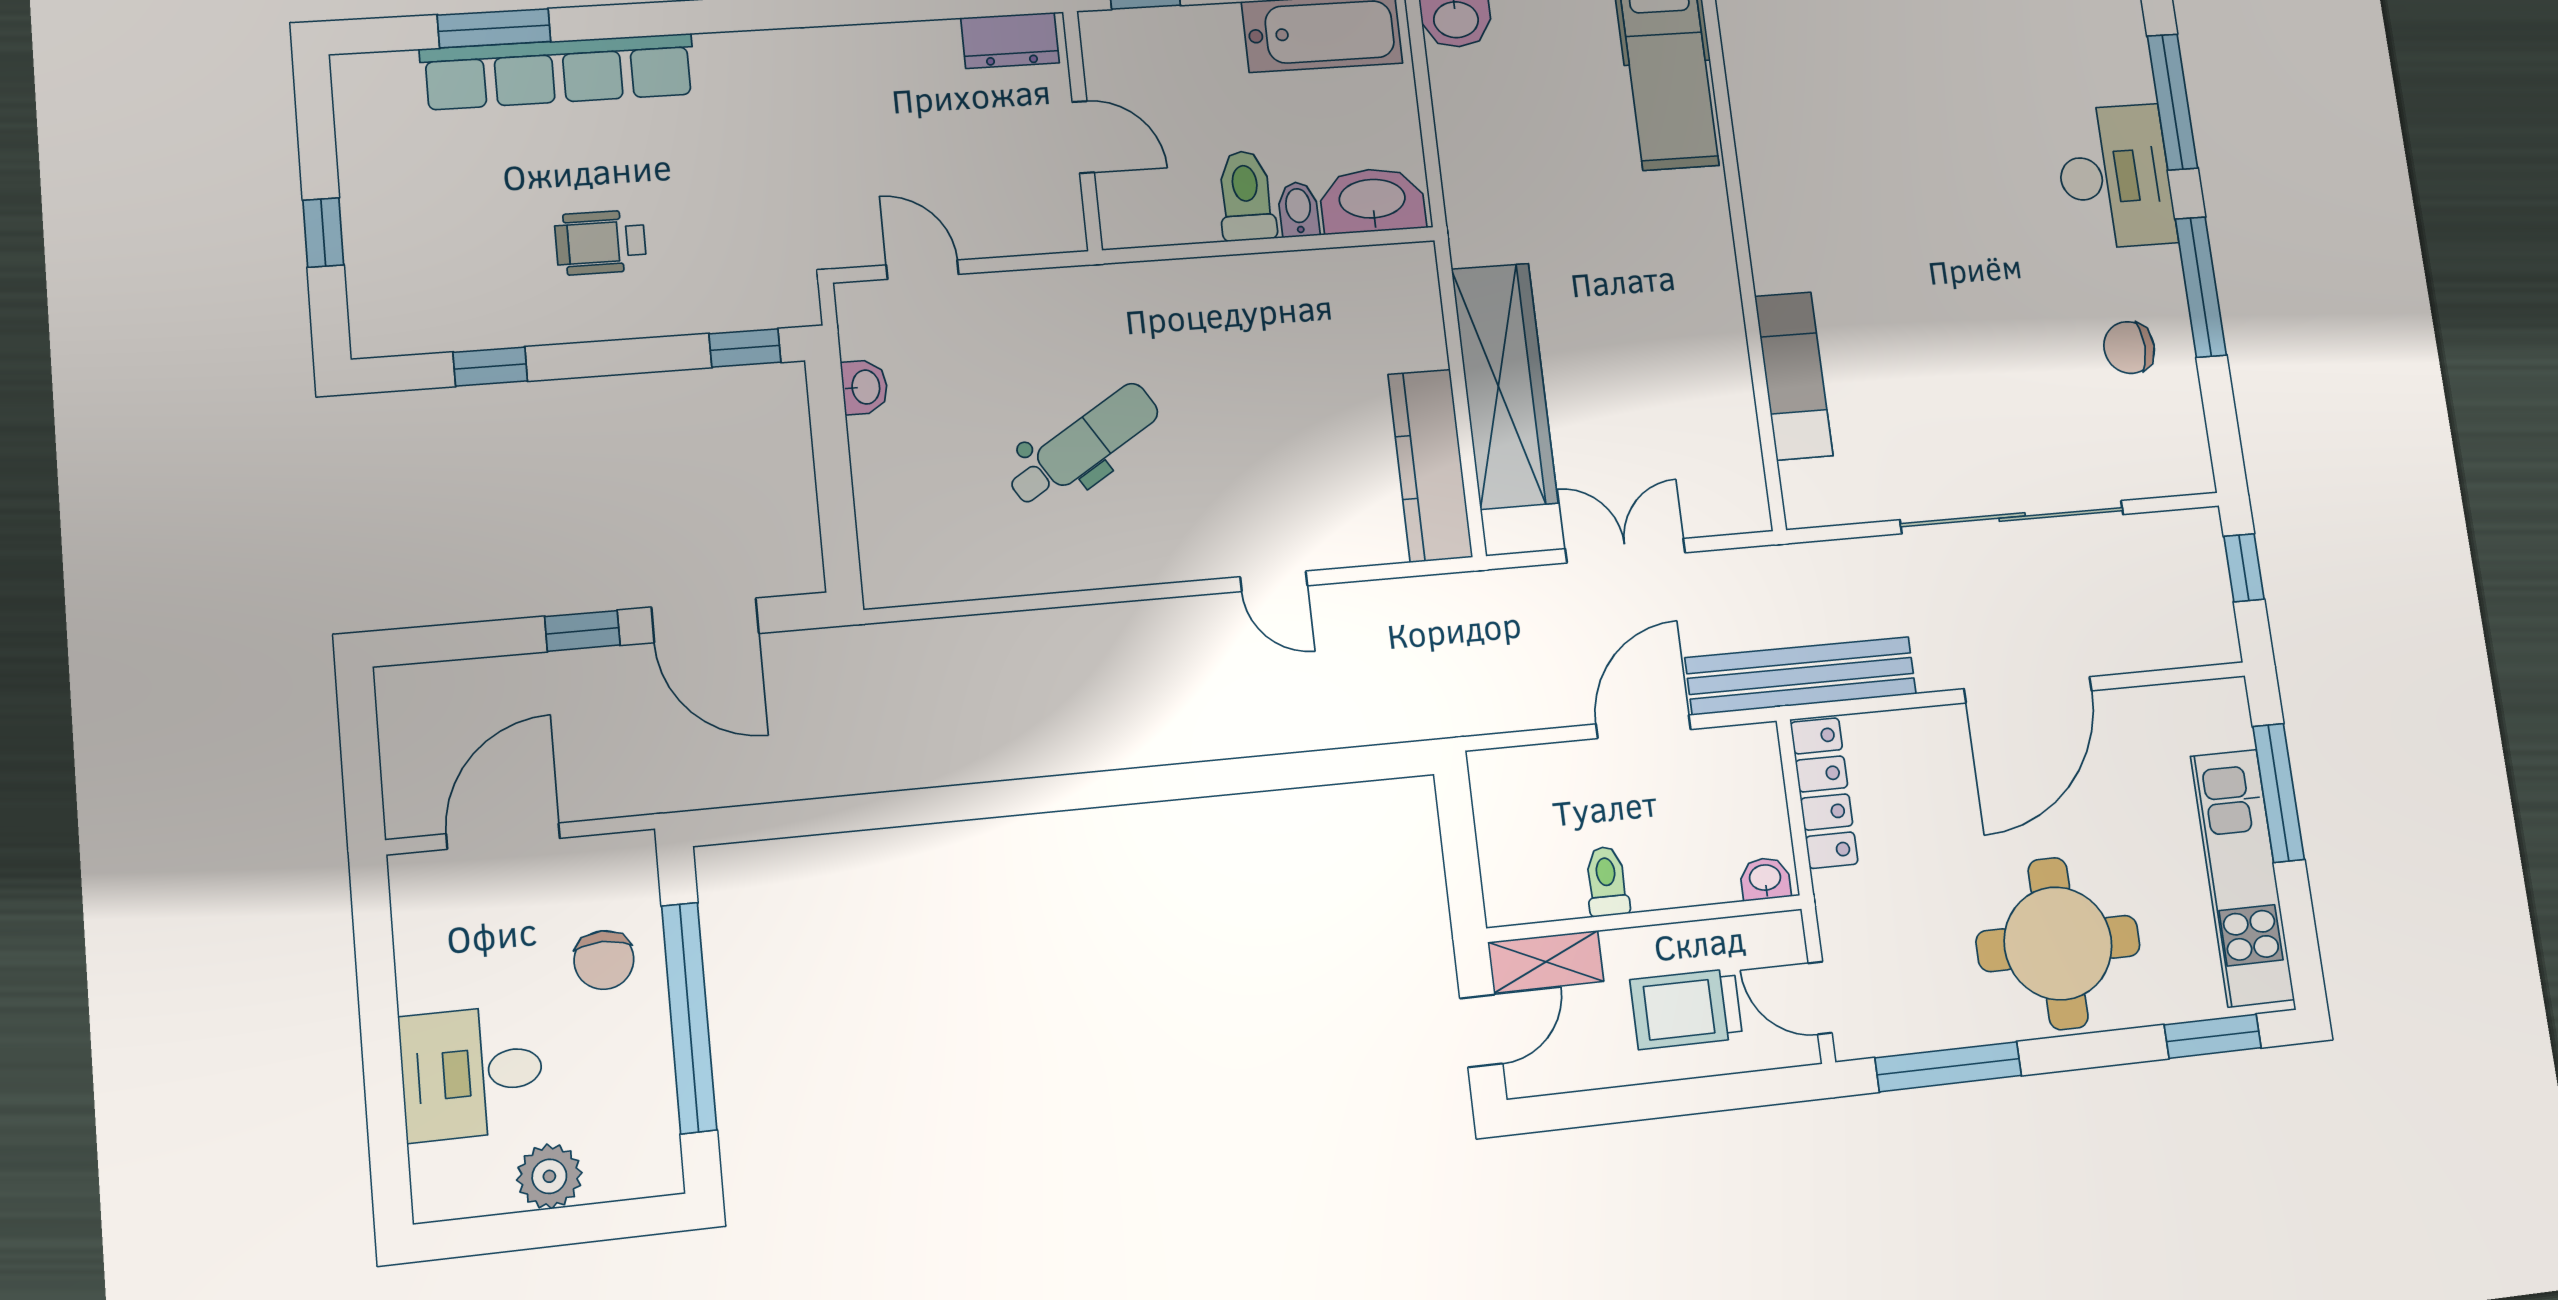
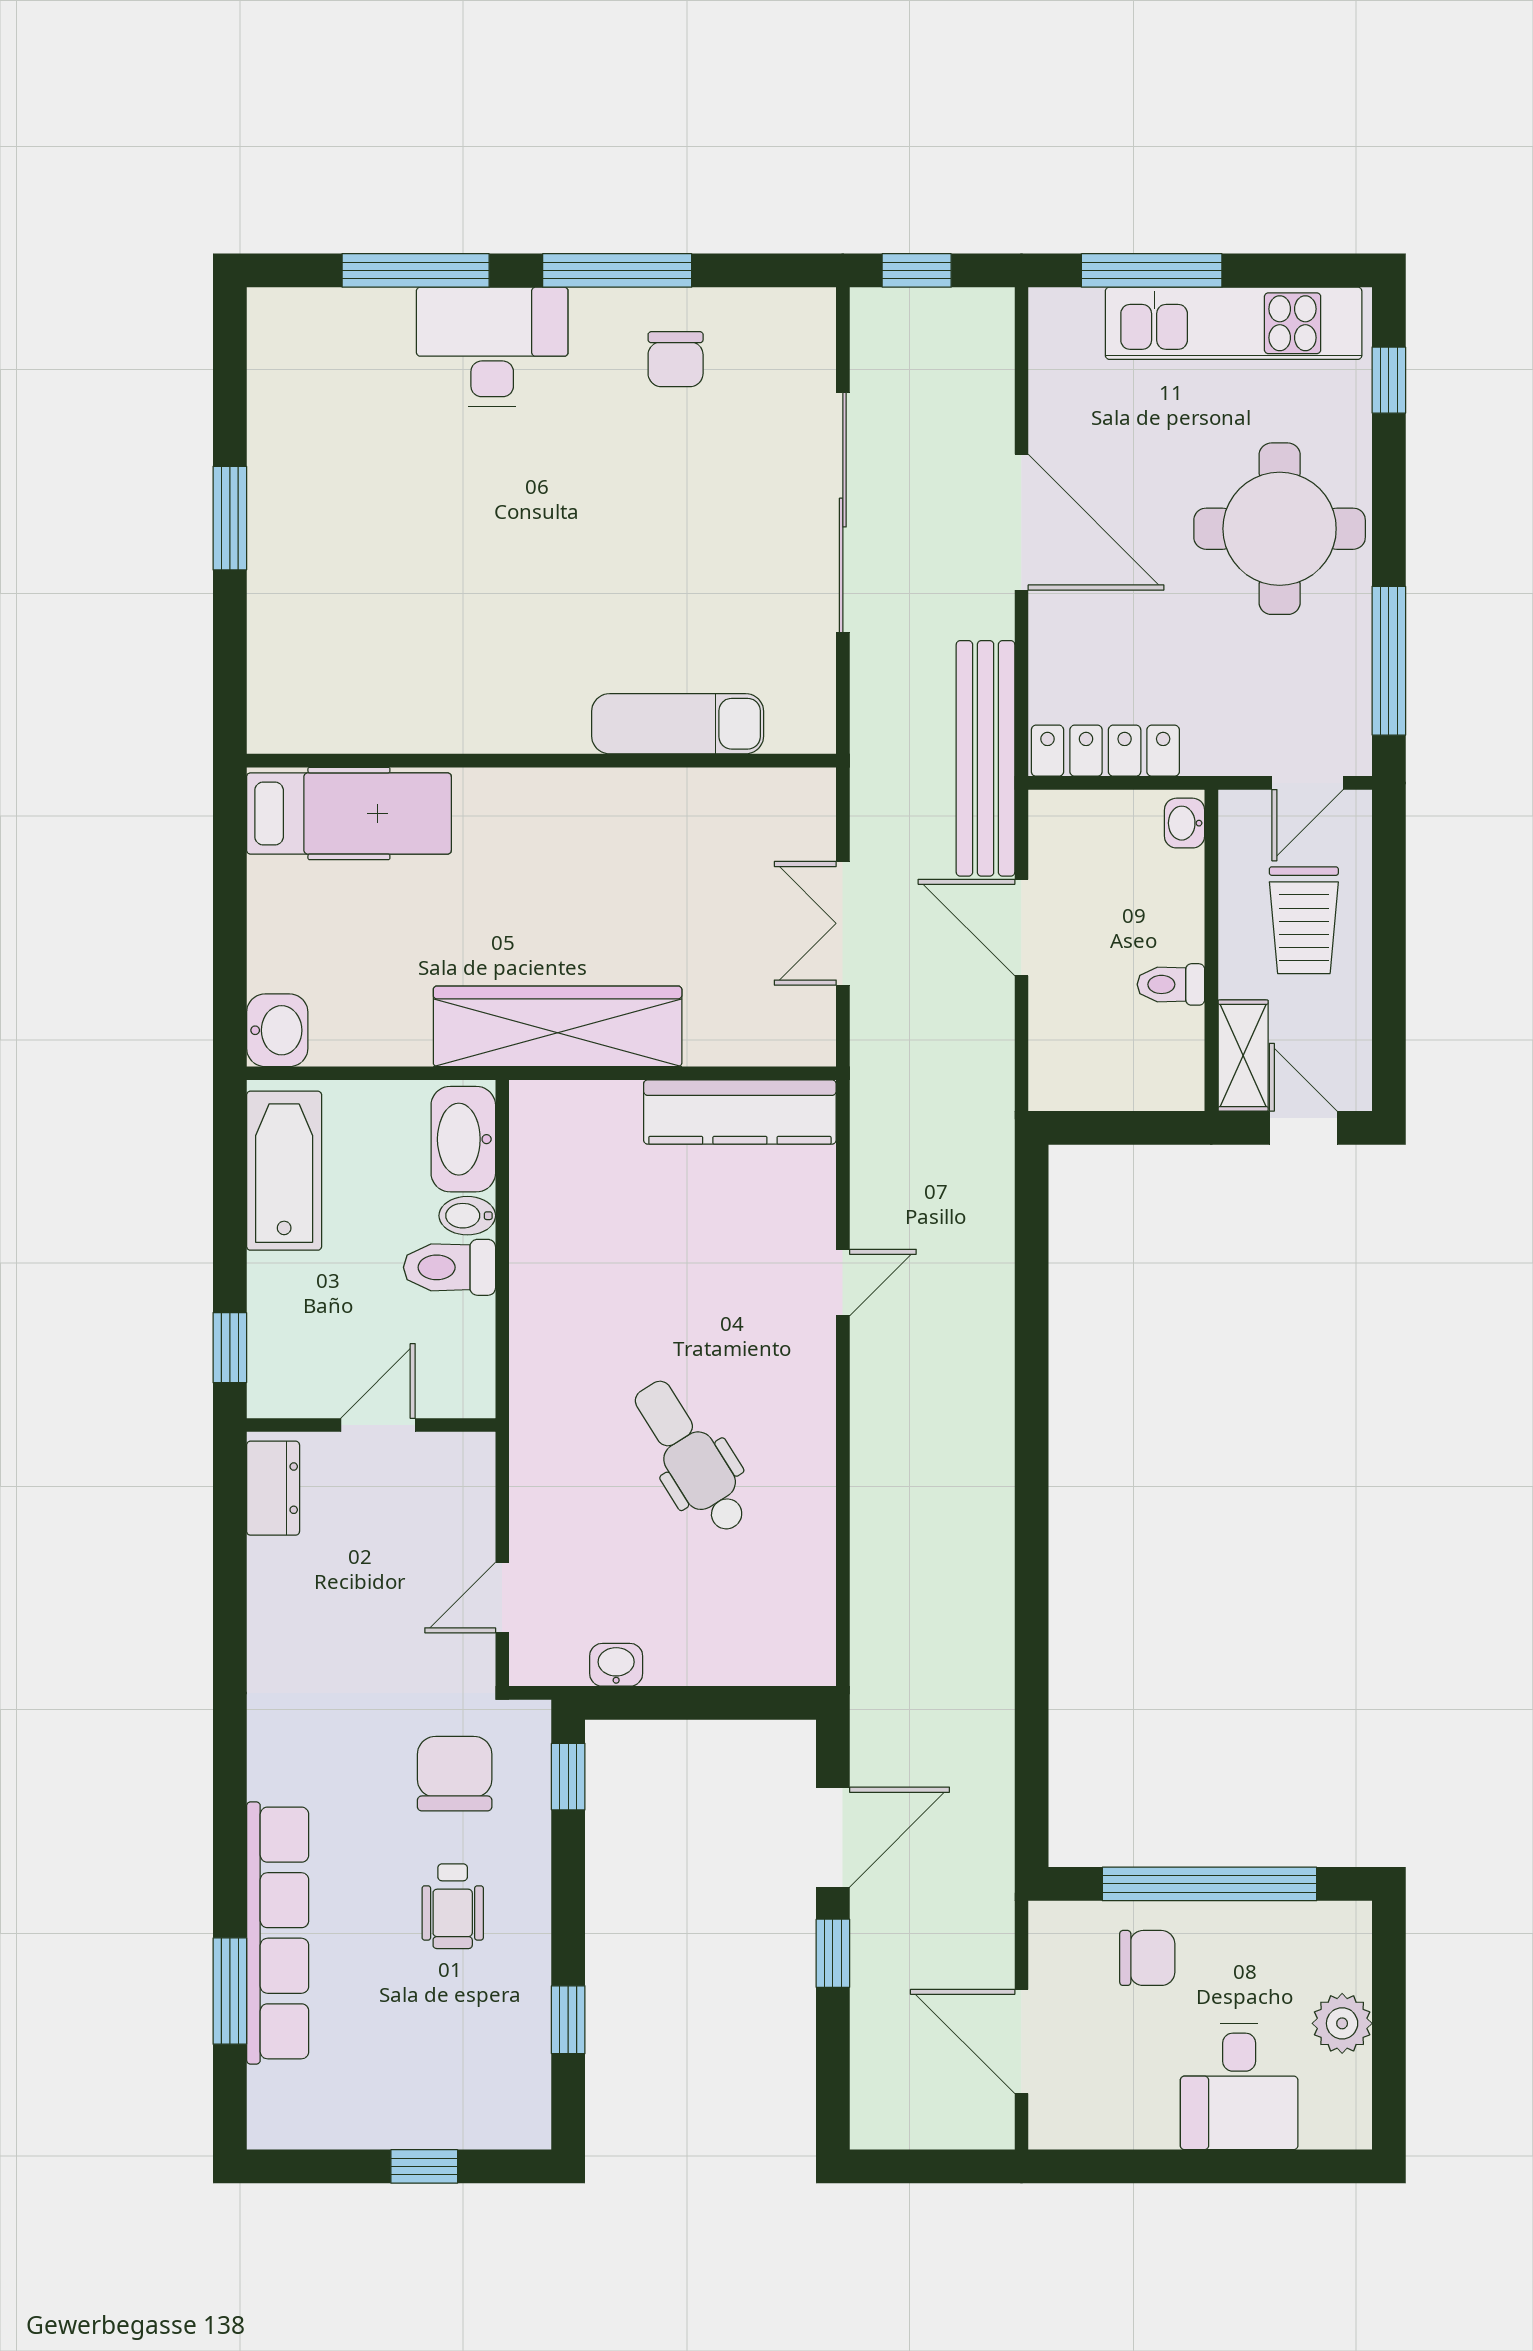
chair: (738, 235) -> (455, 1774), added
wardrobe: (1505, 386) -> (558, 1026), moved
window: (2213, 1036) -> (1389, 380), width x0.67

